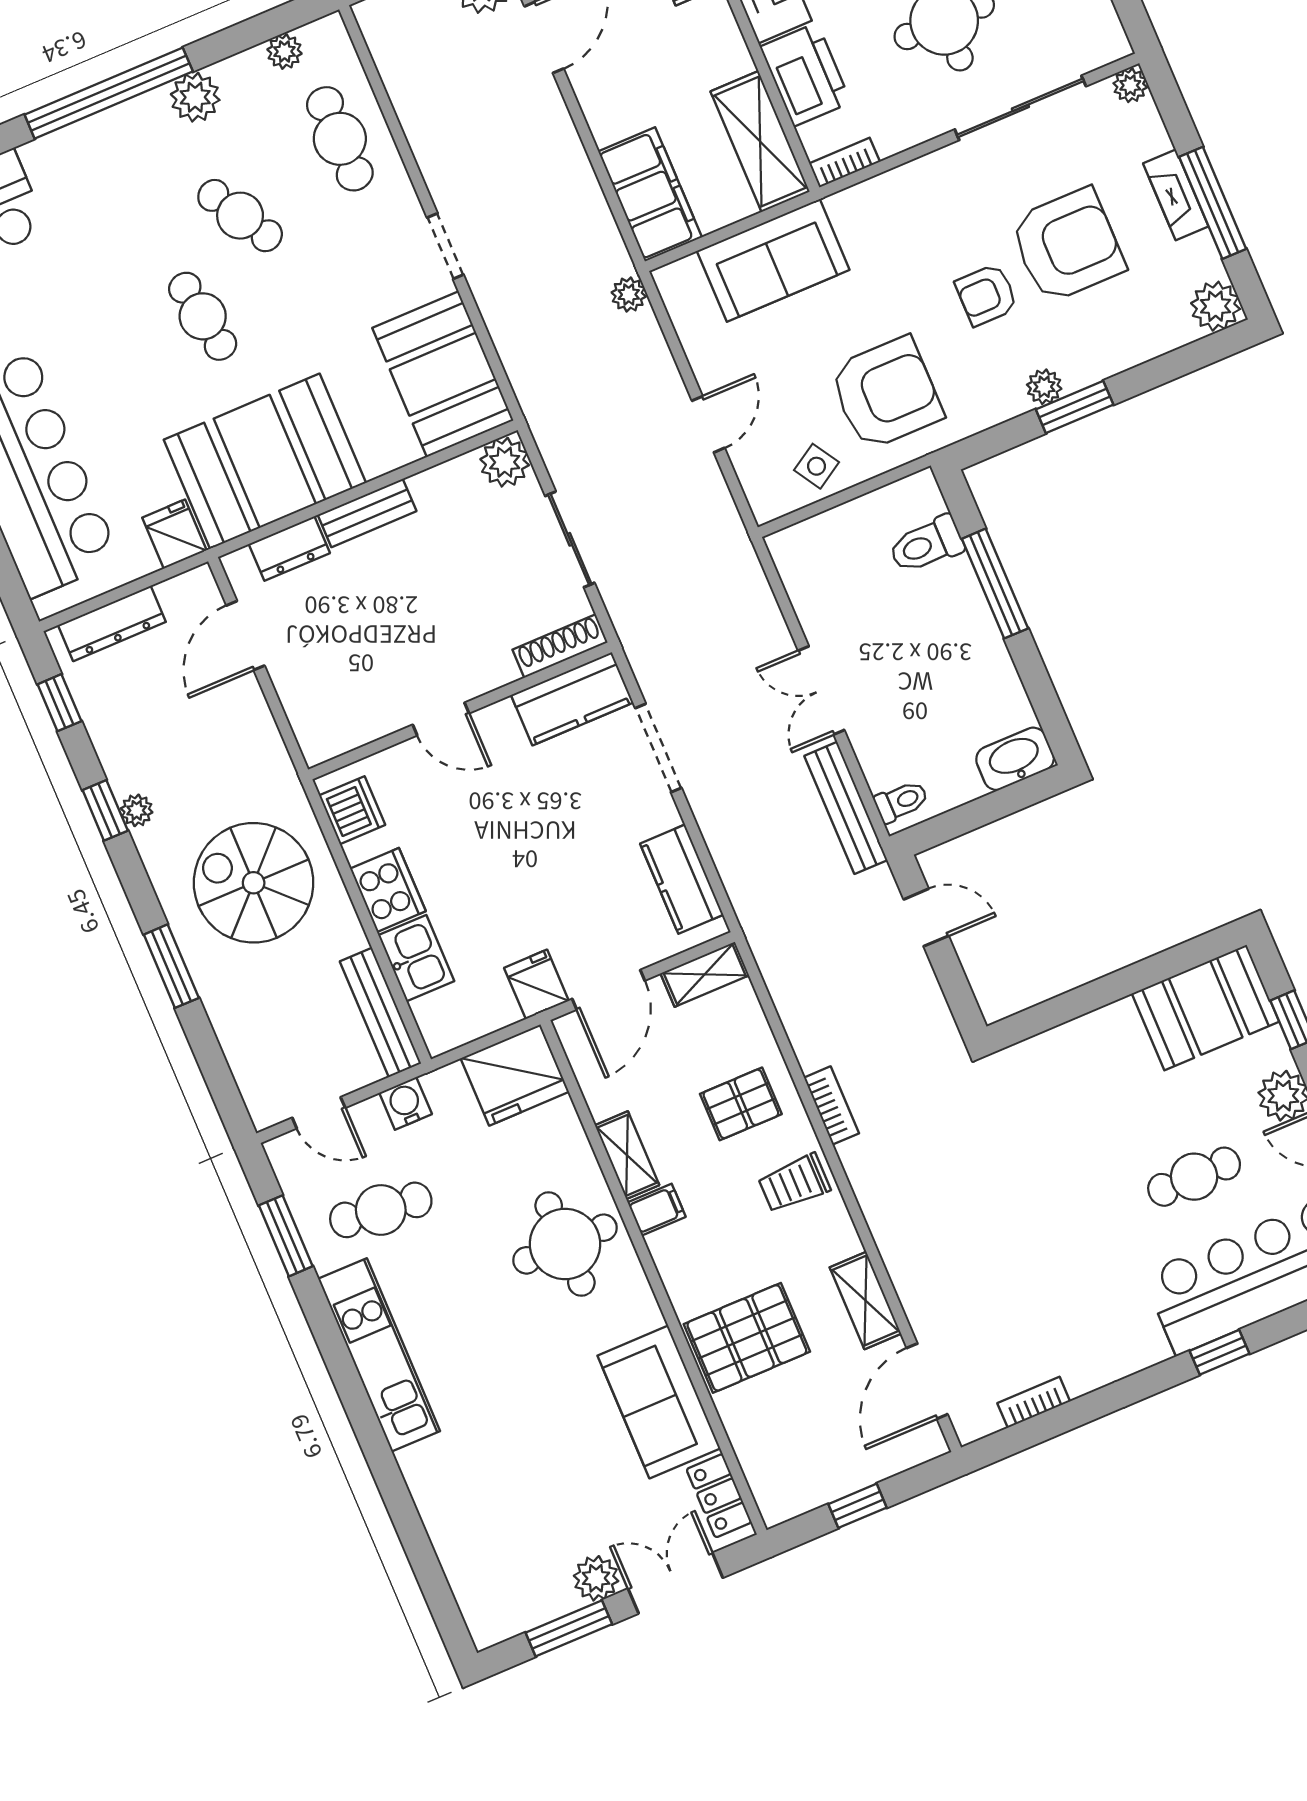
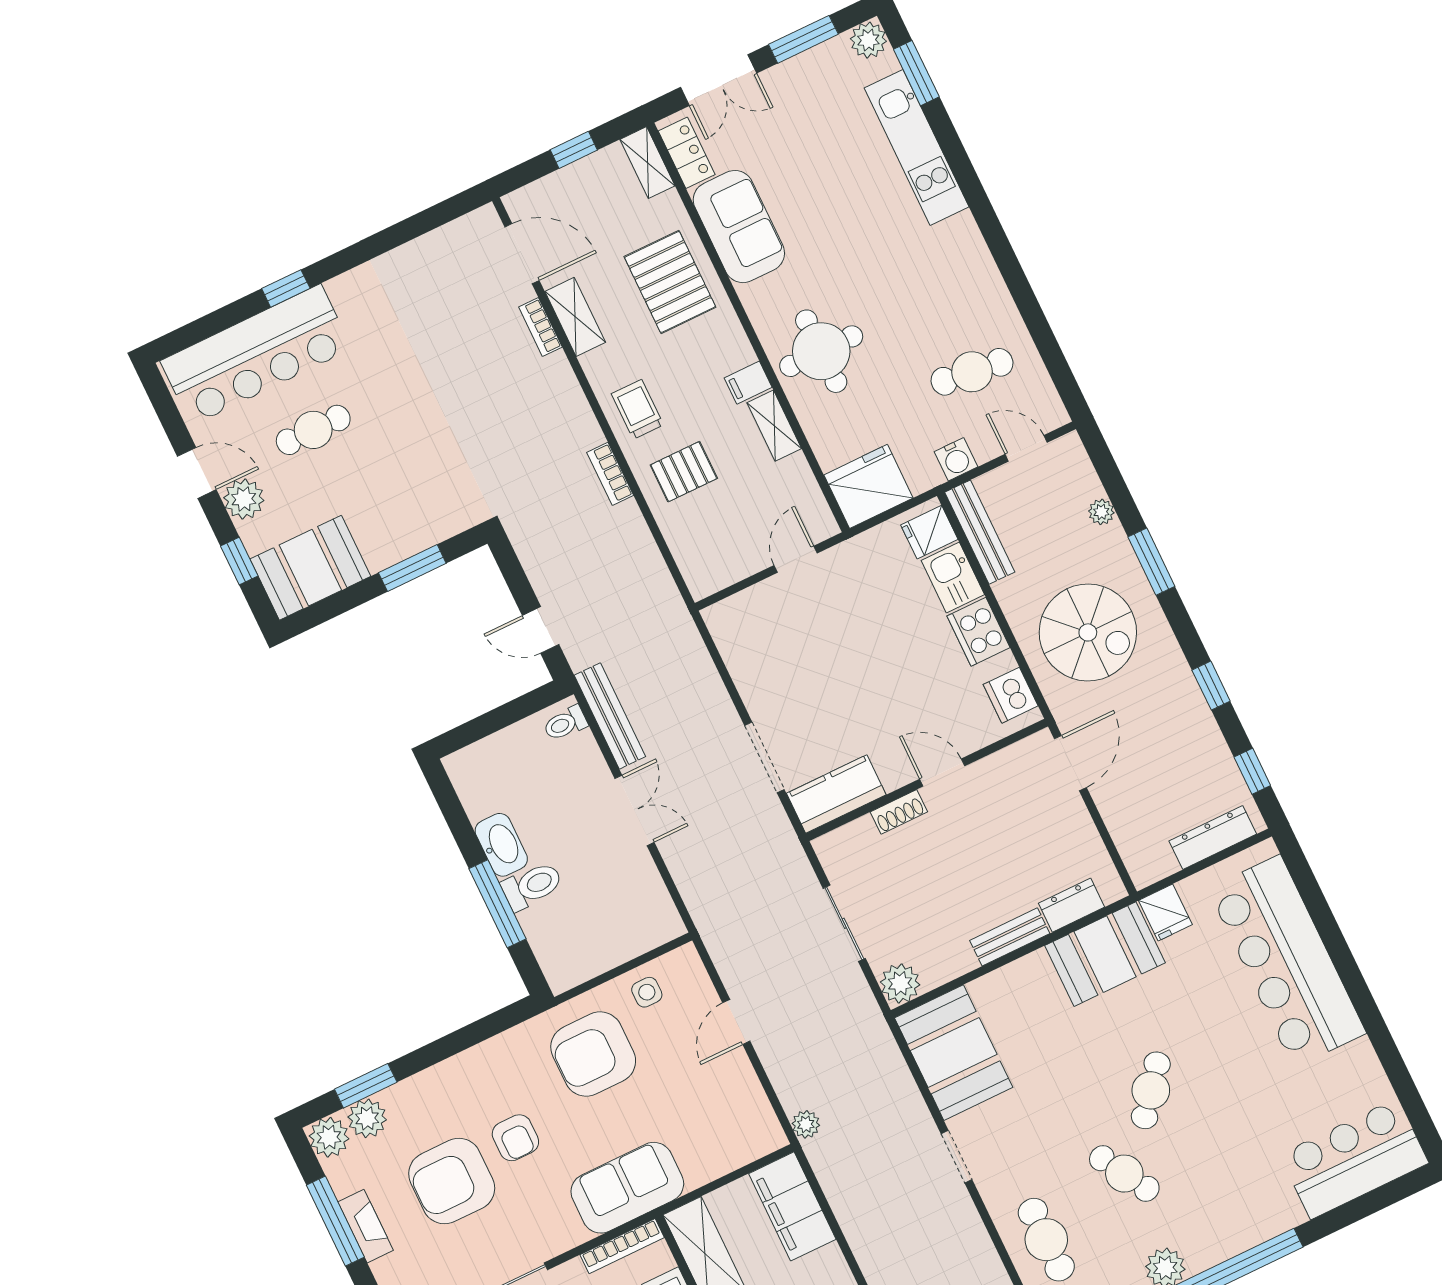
bookcase: (845, 163) -> (622, 1246), width x1.56
sofa: (773, 260) -> (627, 1188), moved
armchair: (986, 295) -> (515, 1138), turned 90
cafe table: (203, 316) -> (1151, 1090), turned 48
plant: (1044, 387) -> (367, 1118), moved, width x1.38, depth x1.38
window: (1075, 407) -> (366, 1086), moved
booth: (265, 461) -> (1105, 954), width x0.73, depth x0.70
side table: (816, 466) -> (647, 992), turned 32
toilet: (926, 545) -> (532, 886), moved
door: (245, 636) -> (1070, 763), moved
shoe rack: (560, 646) -> (899, 812), moved, width x0.70
washbasin: (1015, 759) -> (501, 845), moved, turned -90
plant: (137, 810) -> (1101, 512), moved
kitchen counter: (682, 879) -> (740, 652), removed
shelving: (705, 974) -> (648, 163), moved, turned 90
fridge: (536, 984) -> (929, 532), moved, turned 90
door: (608, 990) -> (796, 559), width x0.73
window: (1080, 1001) -> (412, 568), added
trolley: (794, 1183) -> (637, 409), turned -90
window: (286, 1236) -> (916, 73), moved
pallet: (747, 1338) -> (670, 282), turned 90
kitchen unit: (379, 1355) -> (917, 147), moved
door: (927, 1381) -> (522, 254), hinge flipped
bookcase: (1034, 1402) -> (540, 327), moved, turned 90
plant: (596, 1578) -> (868, 40), moved

